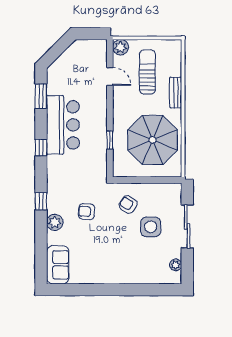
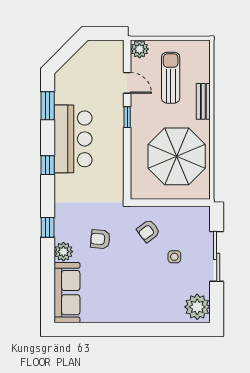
window: (110, 140) -> (127, 117), moved
armchair: (128, 204) -> (148, 231), turned -70
side table: (151, 227) -> (174, 257), width x0.54, depth x0.54
sofa: (58, 265) -> (67, 293), width x1.36
plant: (176, 265) -> (197, 307), width x1.88, depth x1.88

